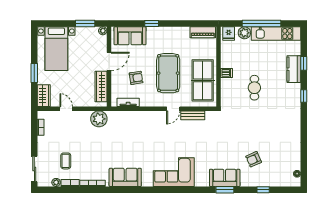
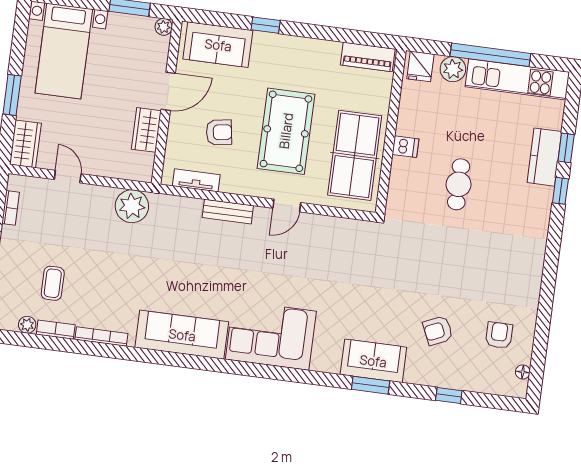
wardrobe: (101, 86) -> (146, 130), width x0.67
window: (304, 96) -> (560, 191), moved
bench: (193, 115) -> (228, 212), moved
armchair: (283, 158) -> (499, 335), added
sofa: (125, 177) -> (182, 335), width x1.36

